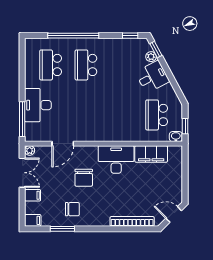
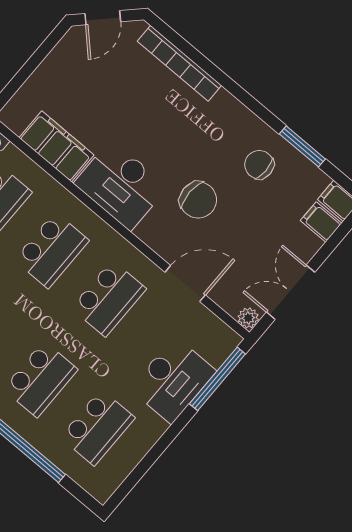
school desk: (86, 115) -> (109, 298), added
school desk: (121, 115) -> (52, 250), added
chair: (84, 178) -> (198, 200), turned 90
filing cabinet: (33, 195) -> (321, 222), moved
door: (174, 214) -> (103, 18), hinge flipped

